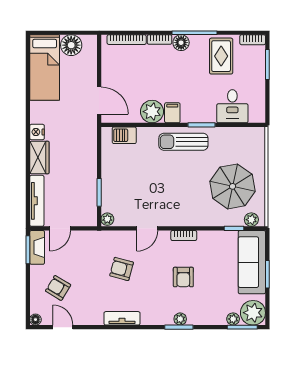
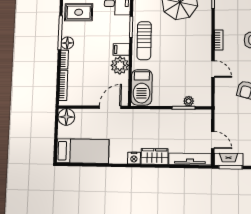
floor lamp: (71, 45) -> (66, 117), moved
barbecue: (124, 135) -> (142, 87), width x1.88, depth x1.53
plant: (107, 219) -> (189, 101), moved

